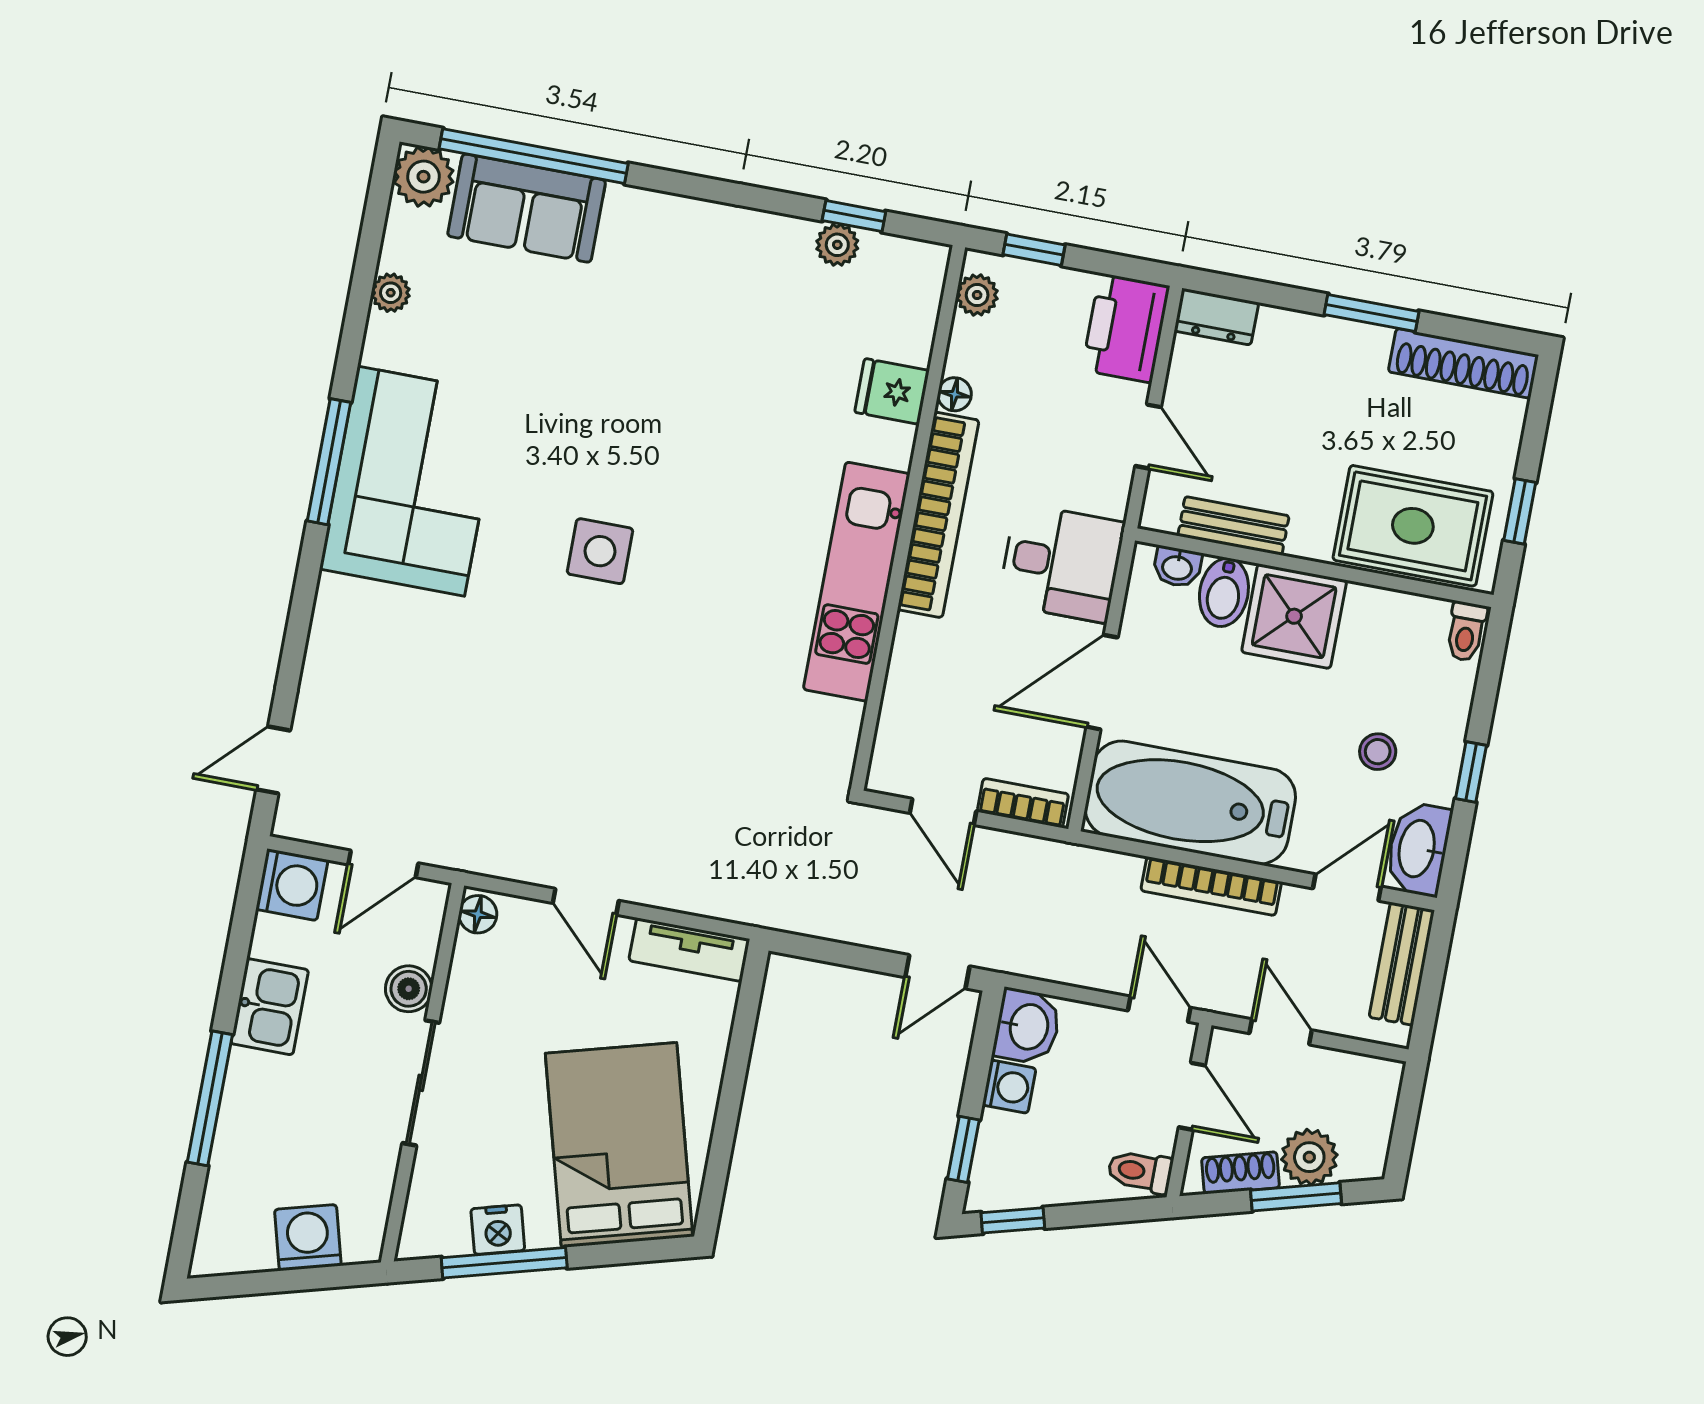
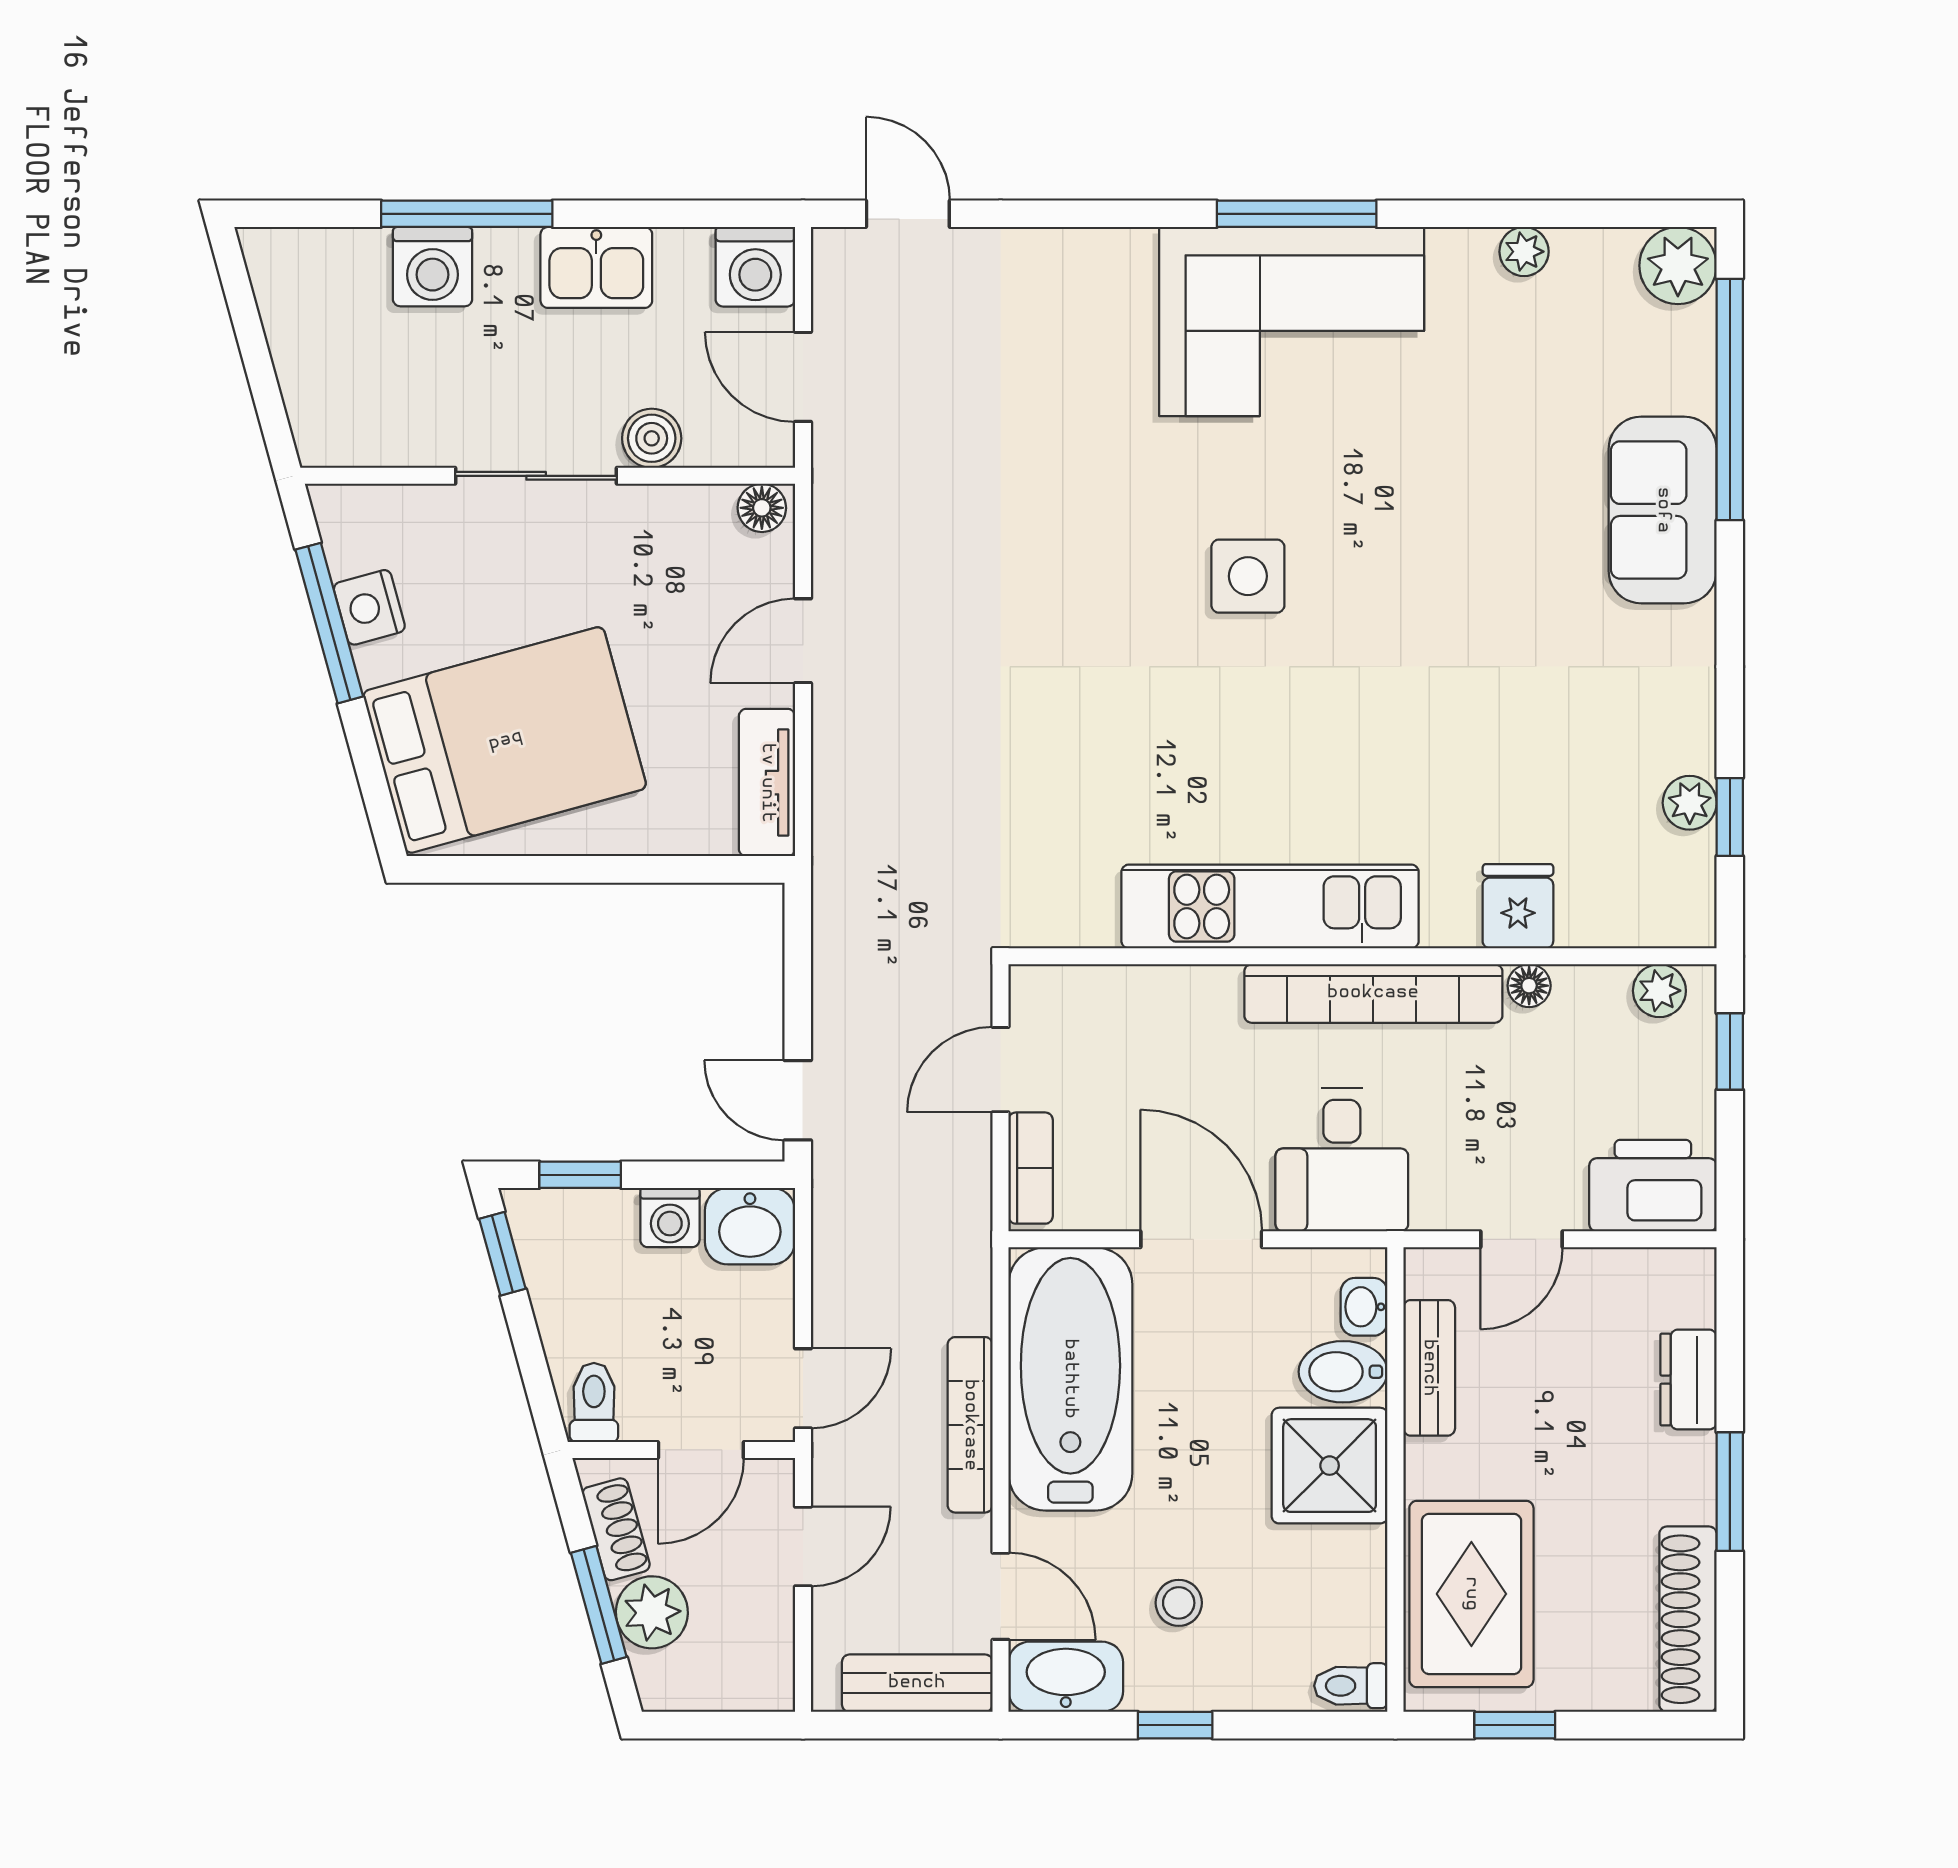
sofa: (527, 208) -> (1663, 510), moved
dresser: (1216, 317) -> (1689, 1380), moved
washing machine: (308, 1238) -> (433, 267), moved, turned 105

